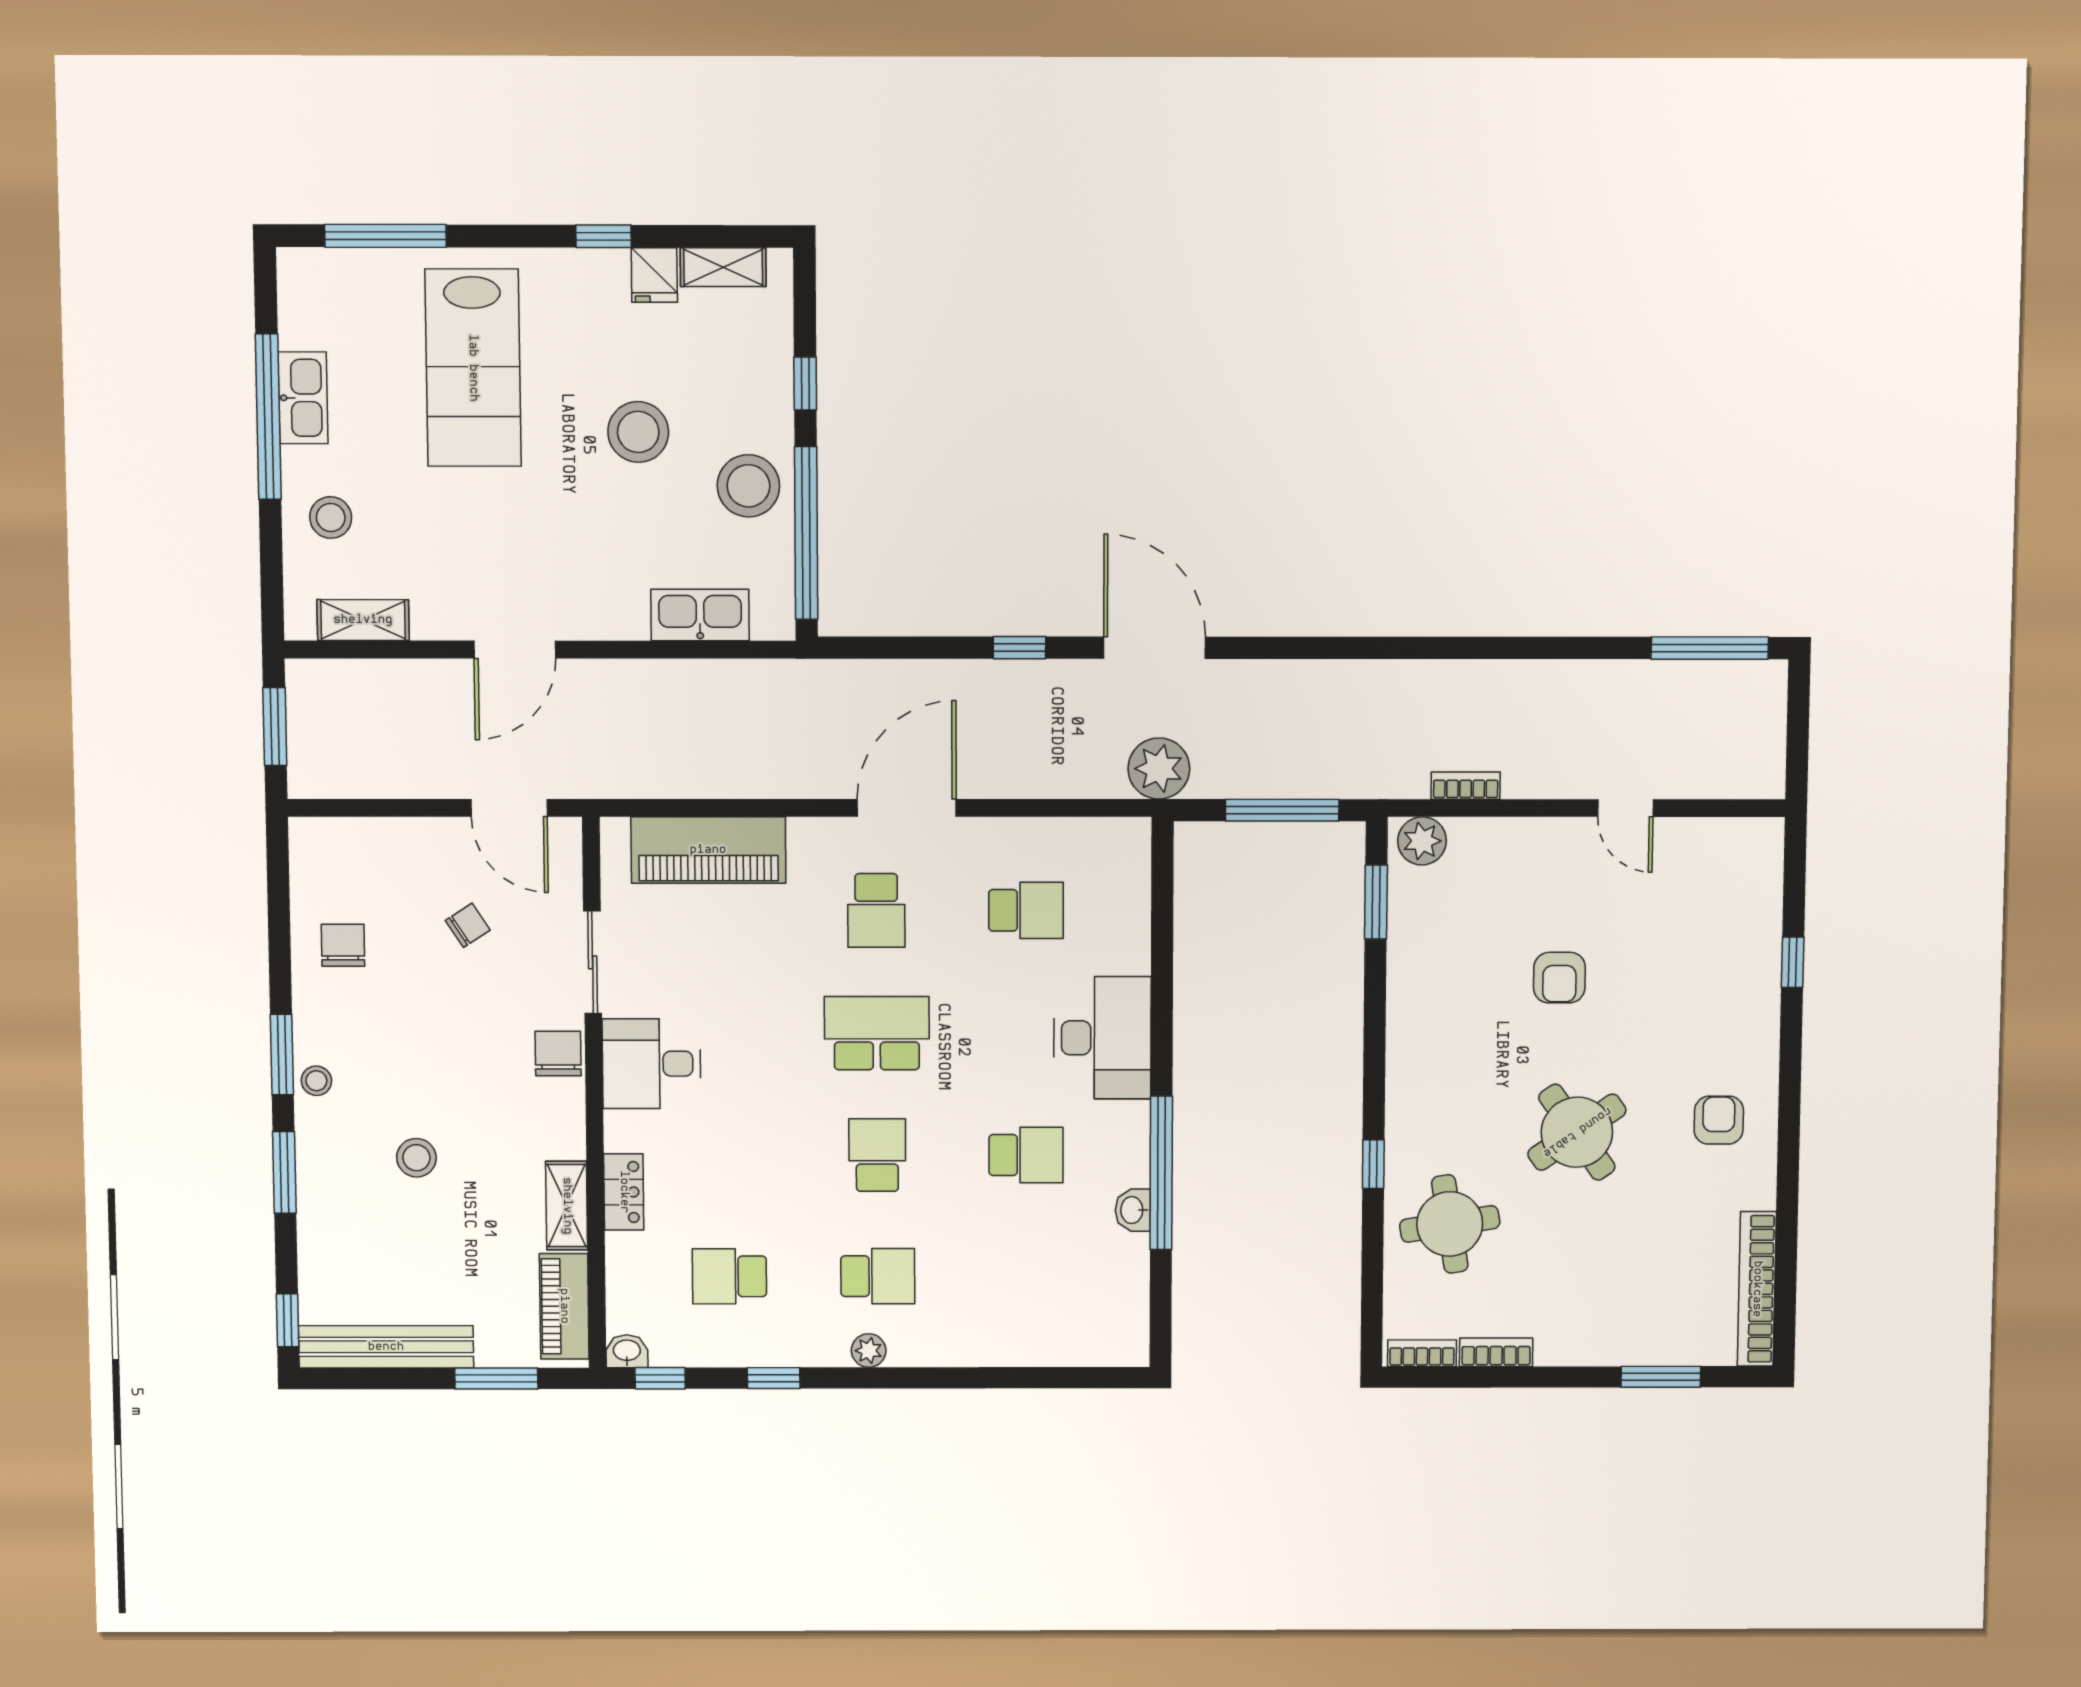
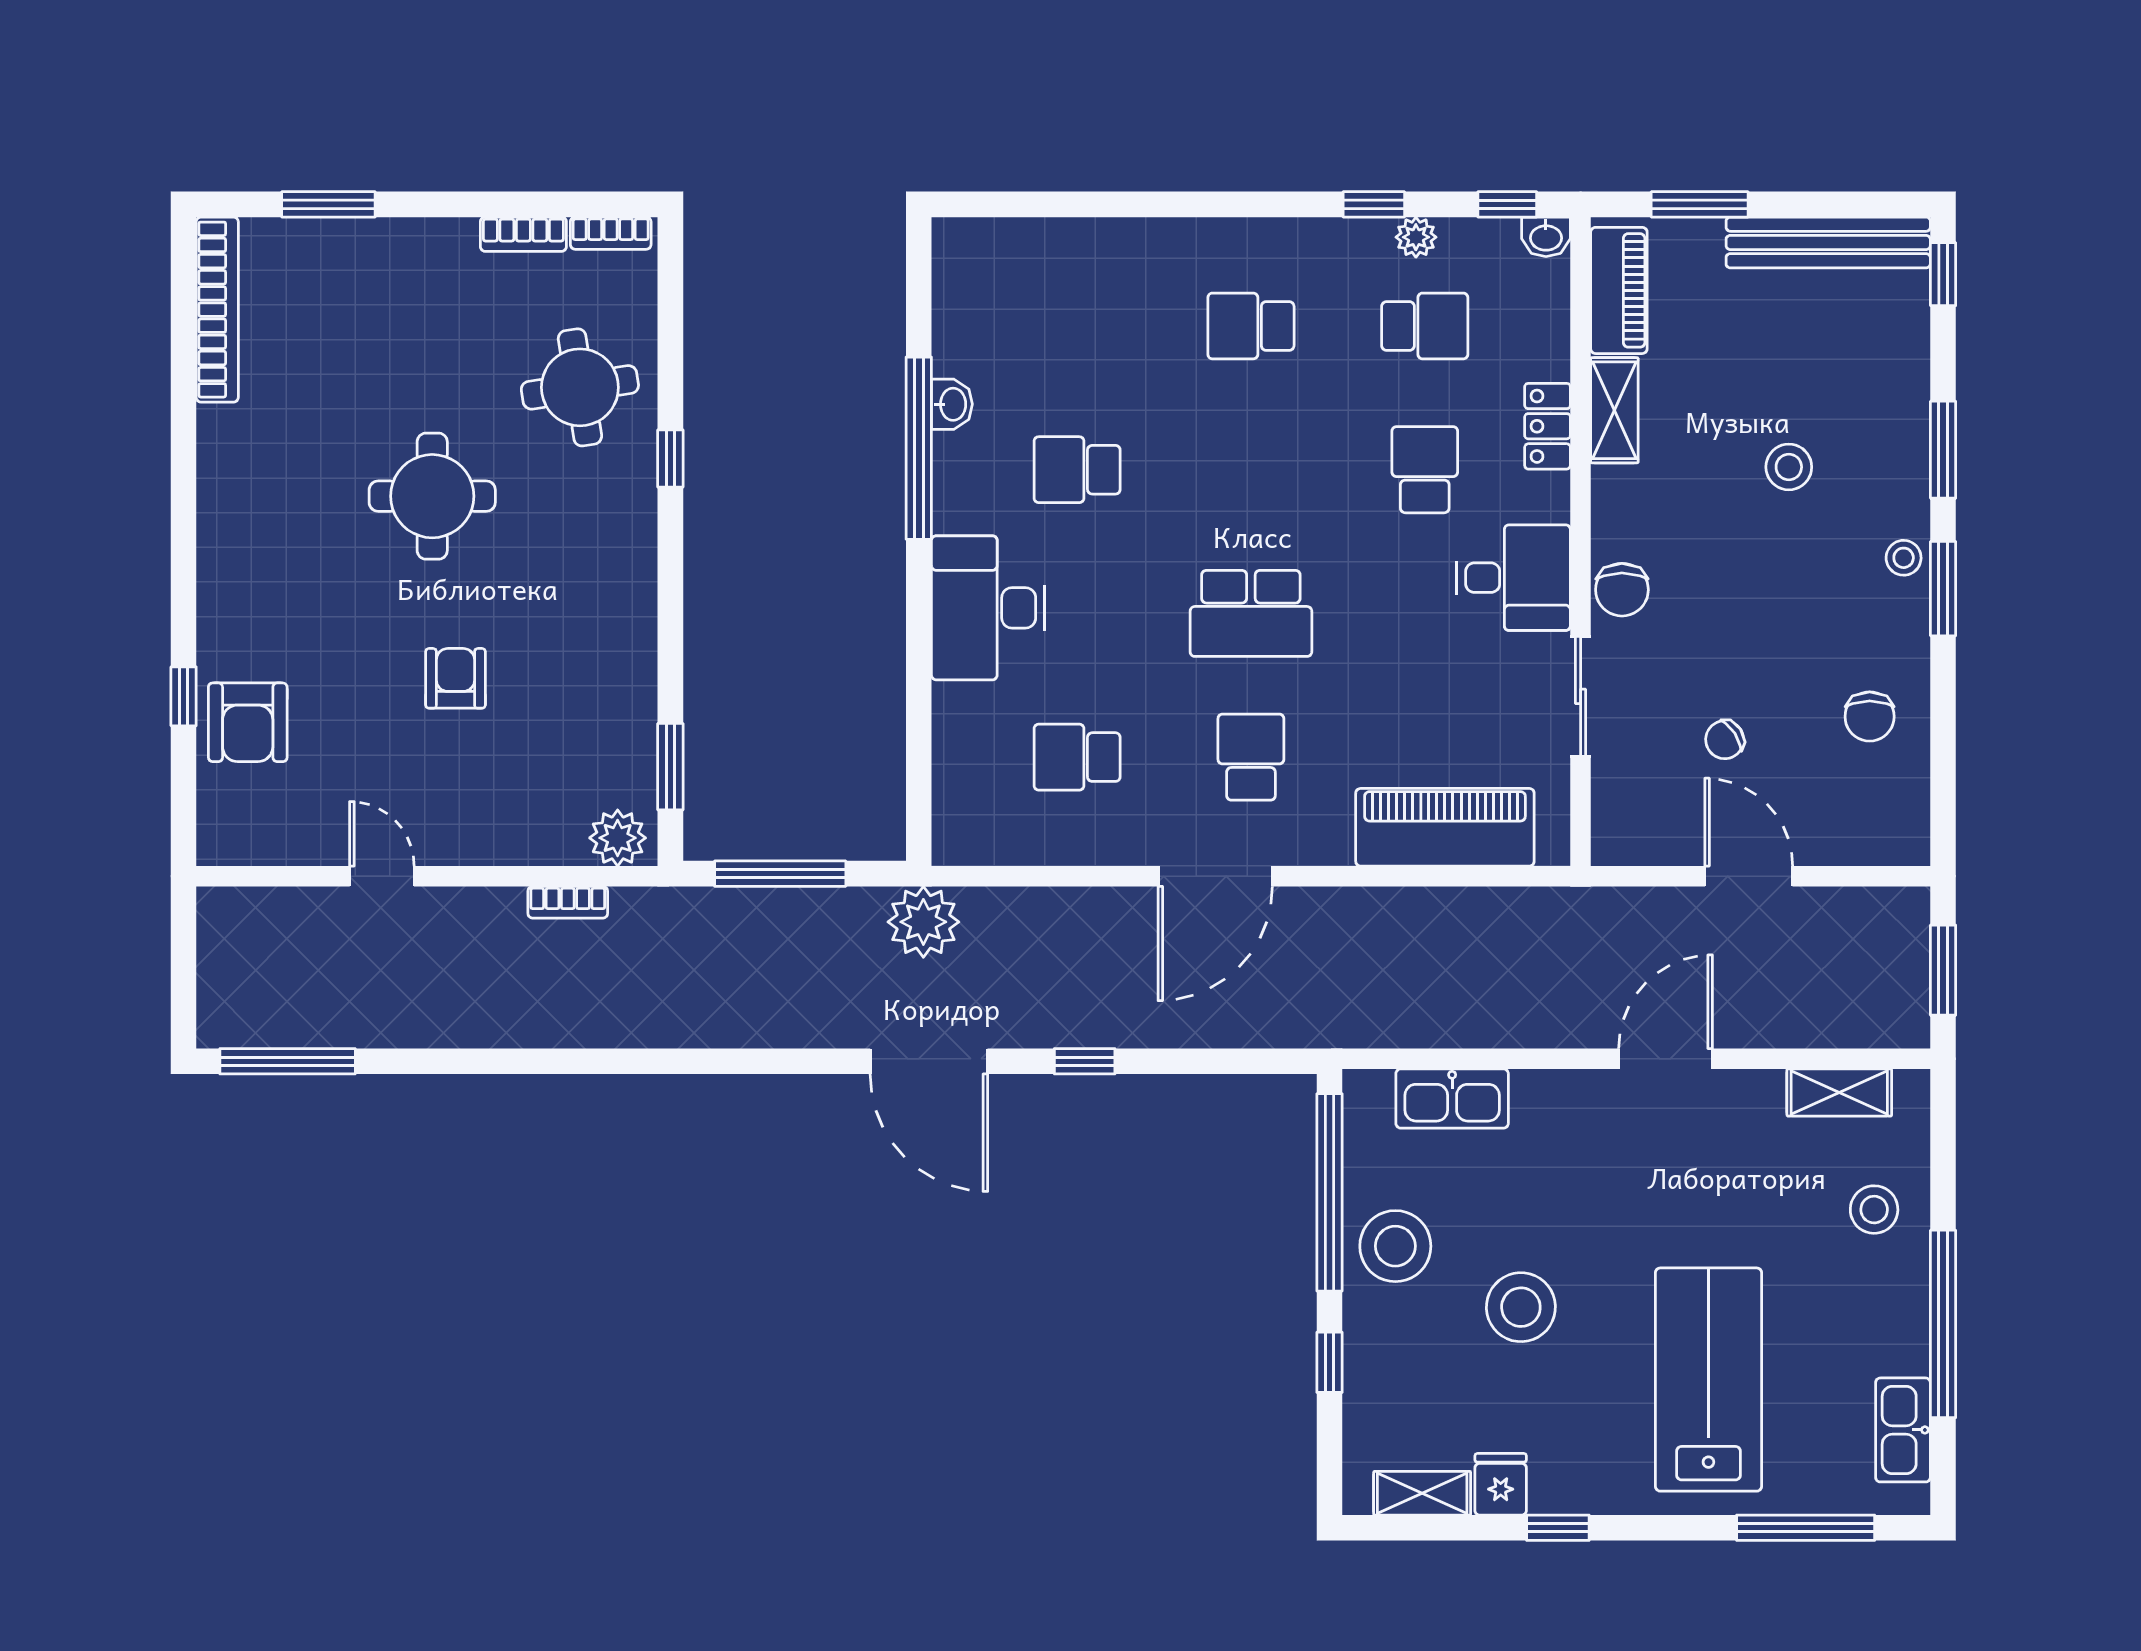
kitchen sink: (303, 398) -> (1903, 1430), moved
door: (509, 808) -> (1749, 876), moved
armchair: (1719, 1120) -> (248, 722), moved, width x1.38, depth x1.38
round table: (1577, 1132) -> (432, 496), turned 35
school desk: (877, 1155) -> (1425, 470), moved, turned 180
plant: (869, 1351) -> (1416, 237), moved

